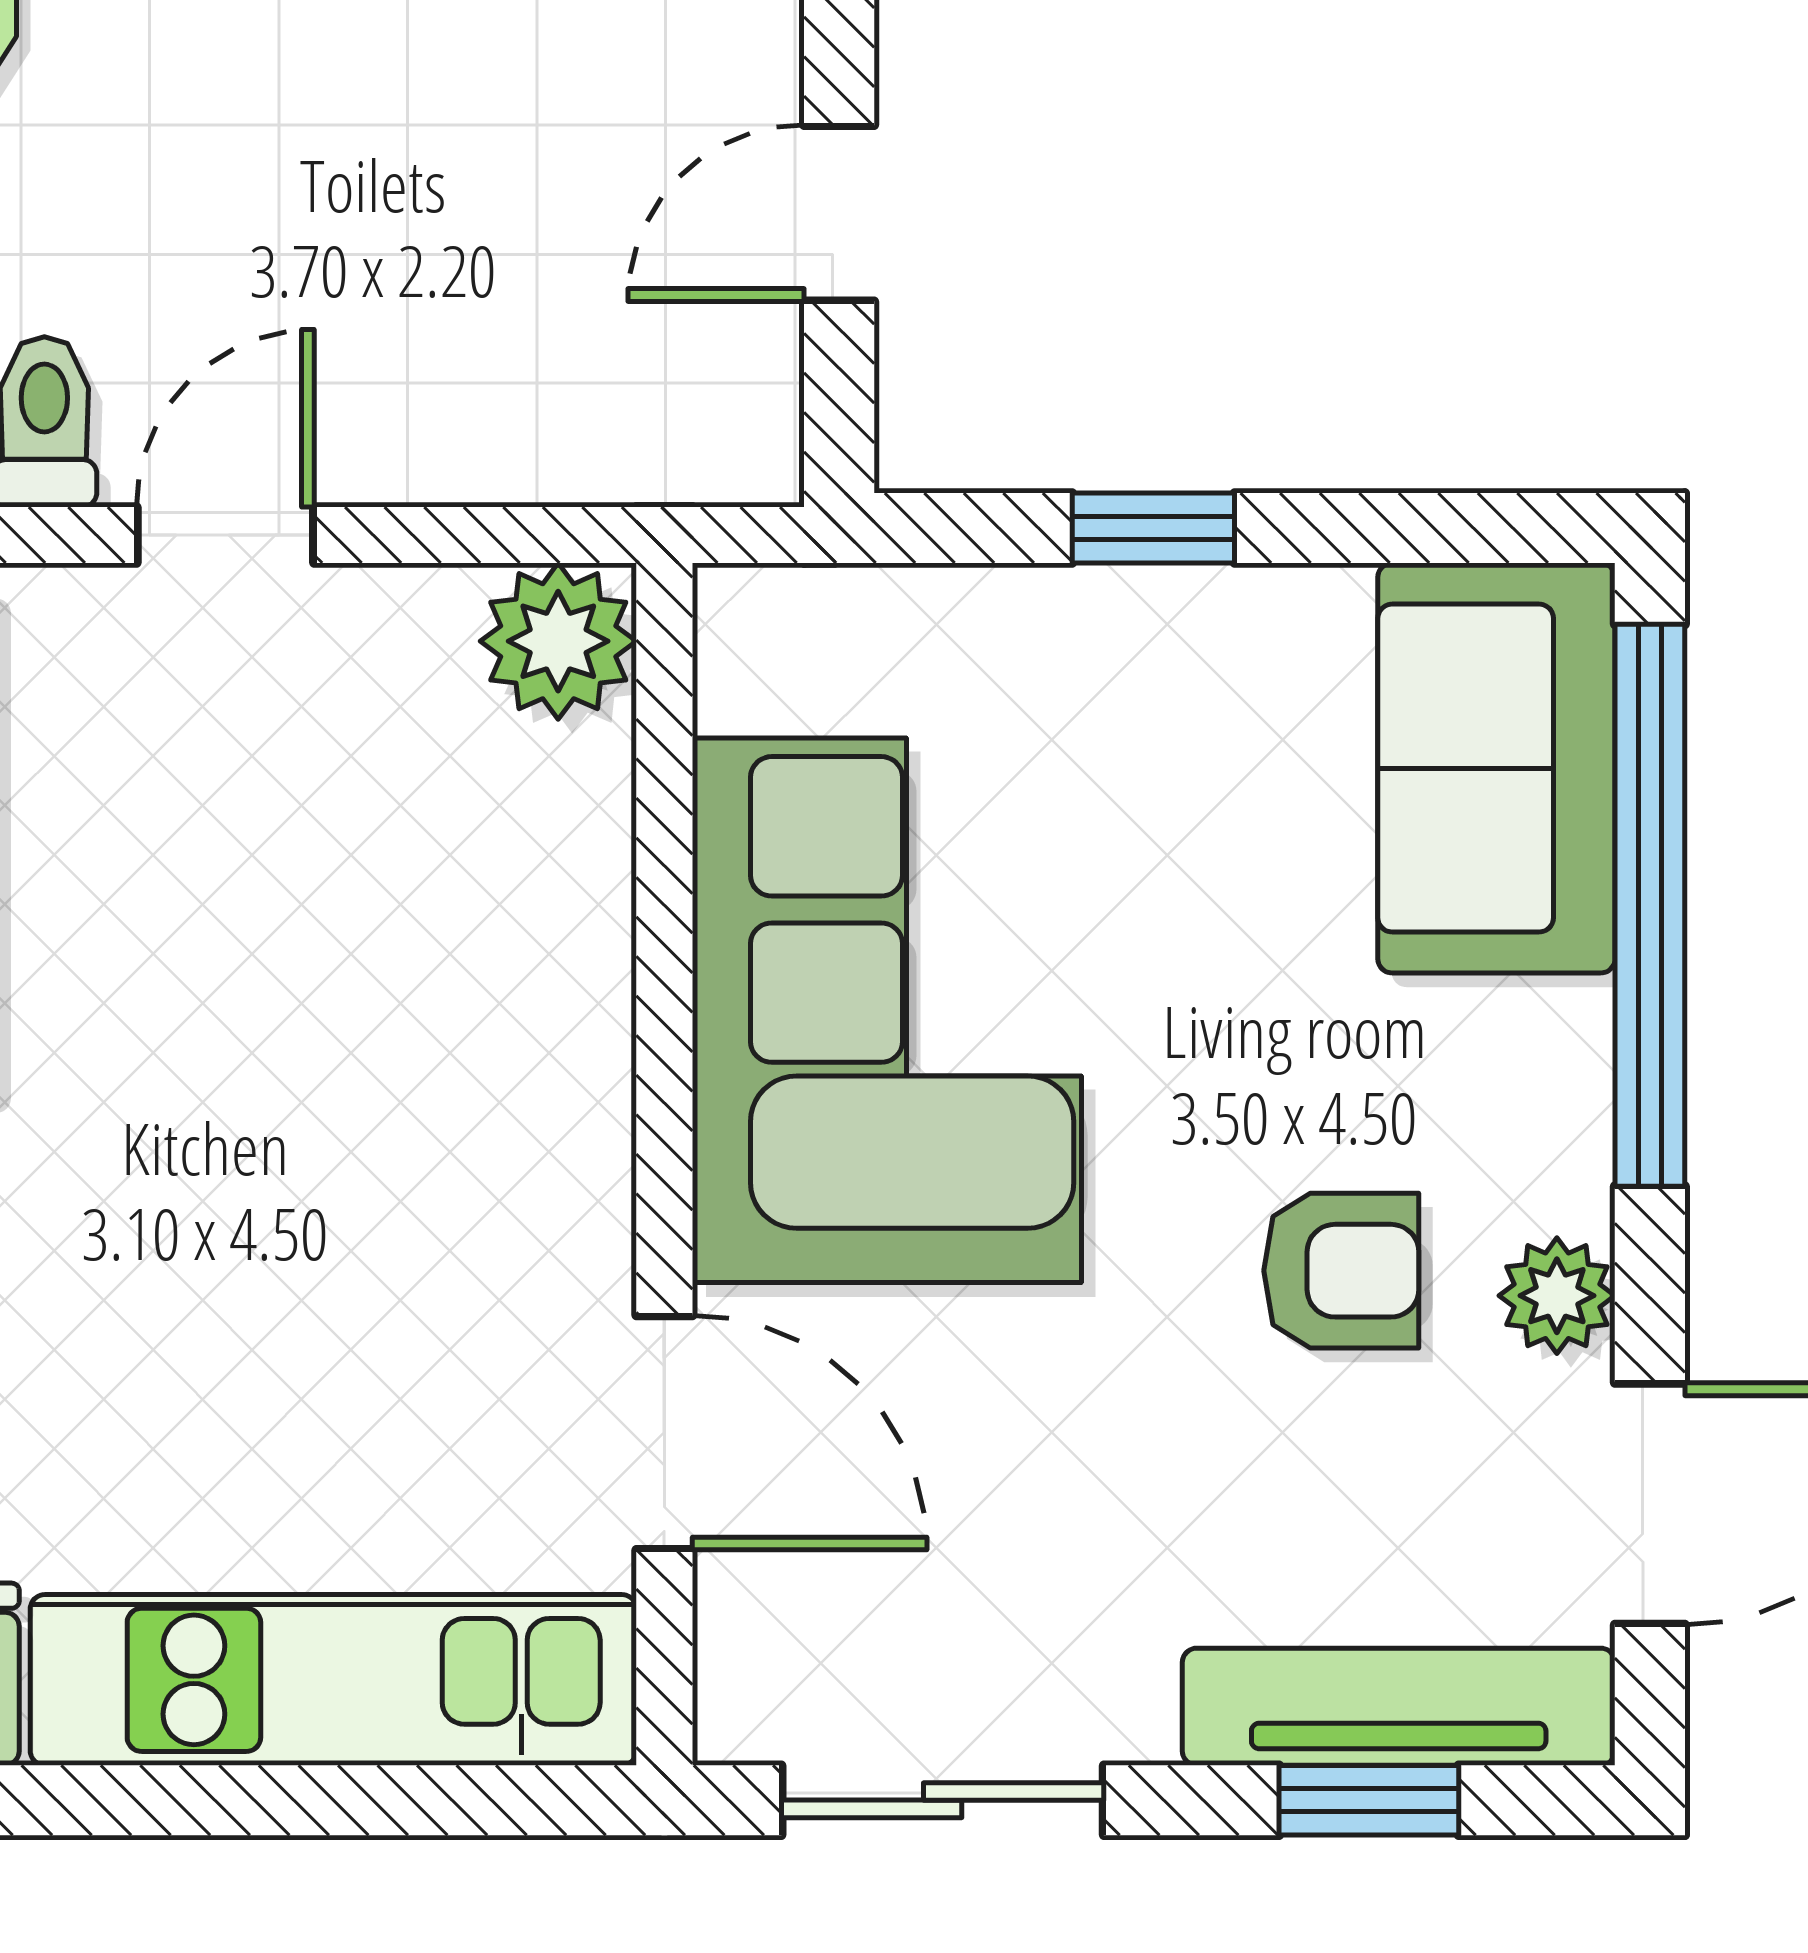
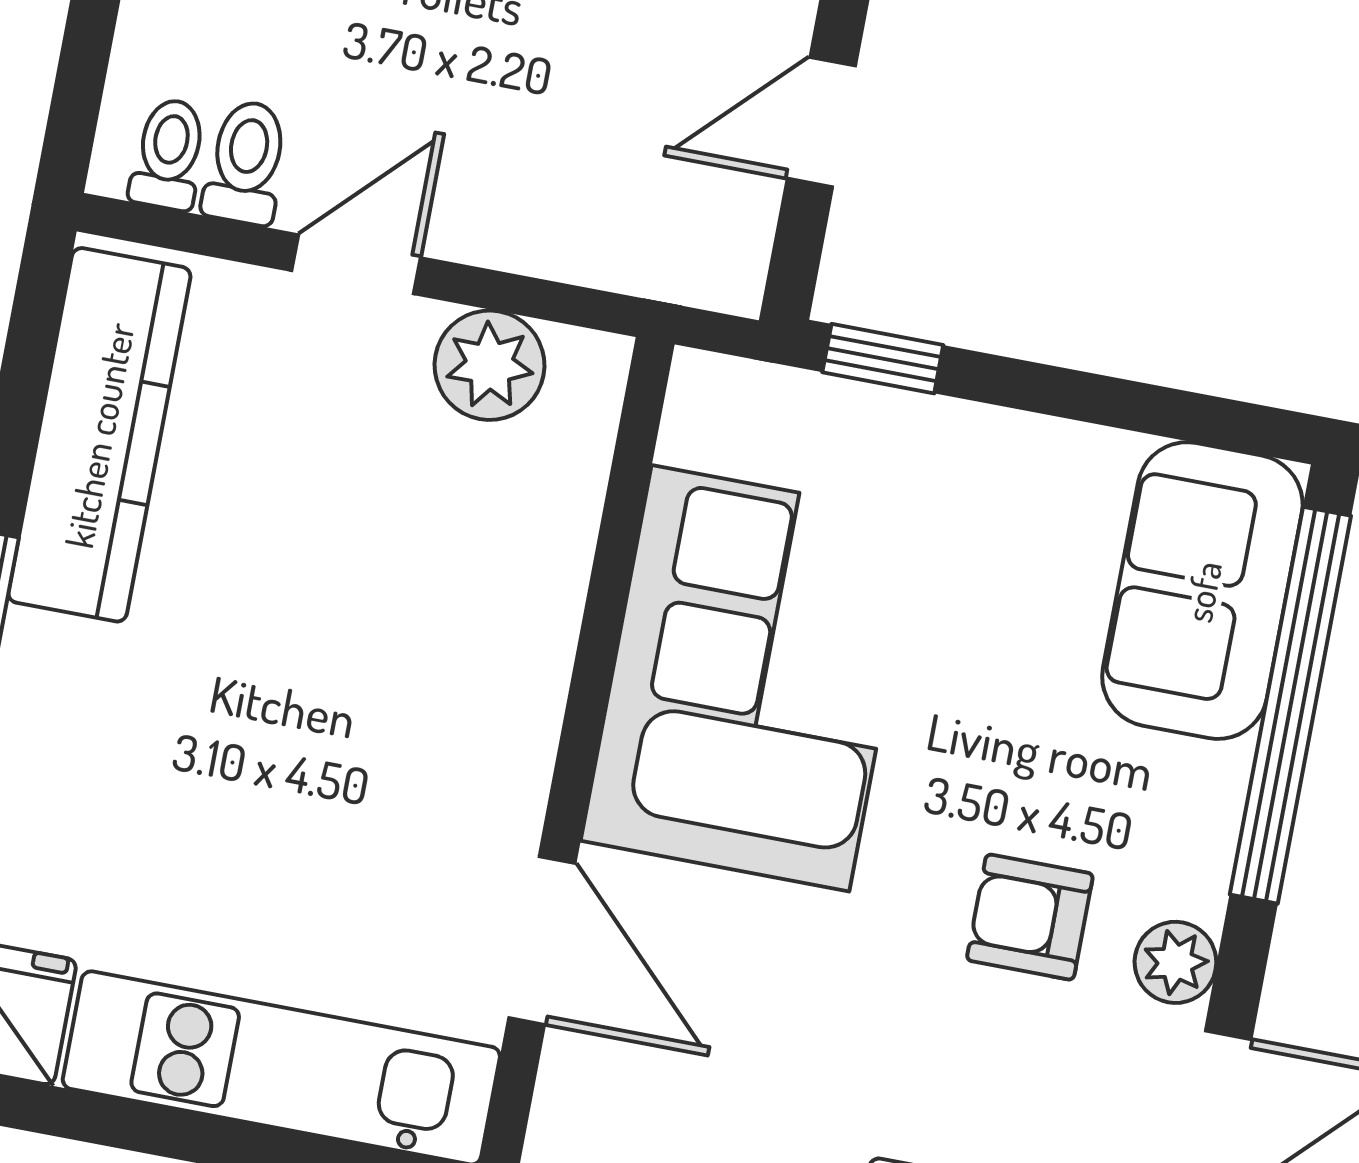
window: (1153, 528) -> (883, 359), moved
plant: (558, 641) -> (490, 365), moved
armchair: (1341, 1271) -> (1030, 917), turned 180

